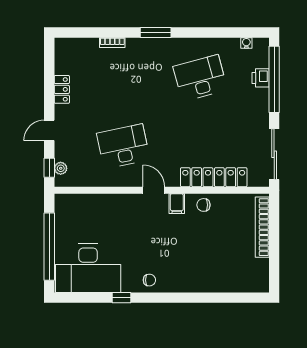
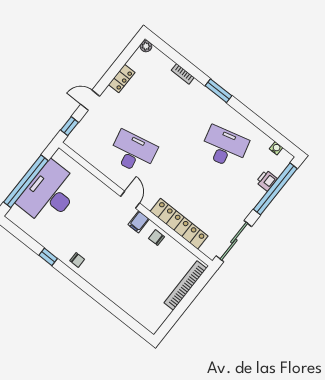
plant: (61, 168) -> (146, 46), moved
desk: (88, 268) -> (49, 194), moved, turned 90

